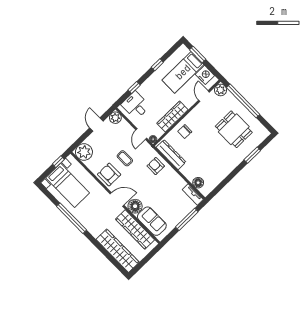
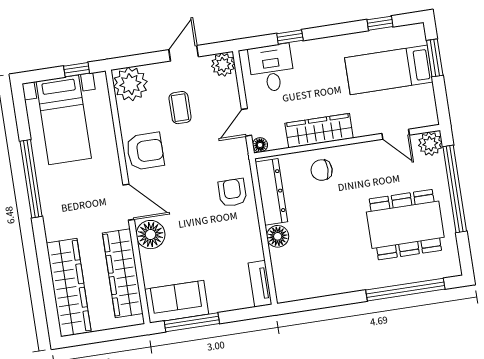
window: (157, 65) -> (380, 23), moved
nightstand: (205, 75) -> (422, 100), removed
door: (204, 96) -> (396, 134), swing flipped
dining table: (234, 129) -> (405, 225), width x1.38
window: (252, 155) -> (405, 290), width x2.11
coffee table: (125, 158) -> (180, 108), moved
armchair: (109, 174) -> (145, 151), turned 90
floor lamp: (198, 183) -> (278, 236), moved
window: (187, 219) -> (192, 322), moved
sofa: (152, 221) -> (177, 302), moved, turned -90

